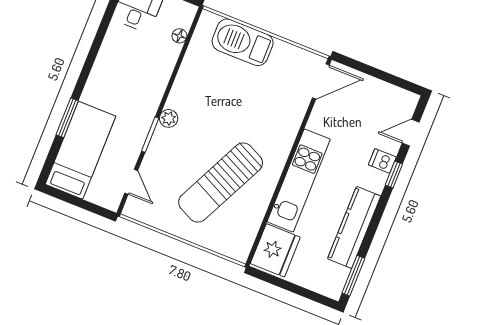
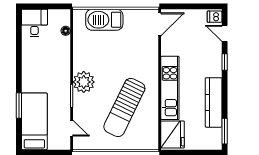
plant: (169, 118) -> (84, 82), width x1.88, depth x1.88
door: (411, 133) -> (225, 33), hinge flipped
dishwasher: (382, 161) -> (215, 17), moved

